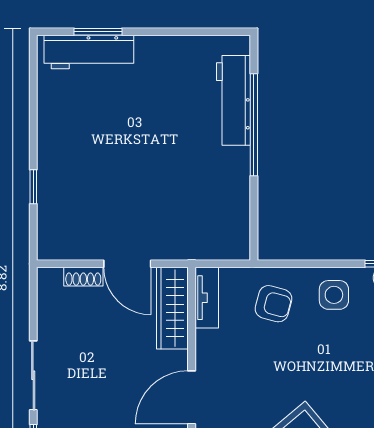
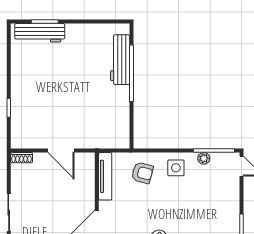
shoe rack: (83, 277) -> (21, 158), moved
tv unit: (207, 298) -> (105, 176), width x1.41
wardrobe: (172, 308) -> (86, 175), removed

